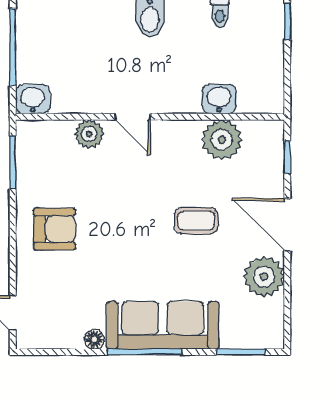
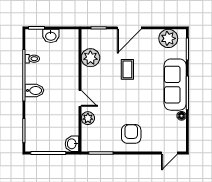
washbasin: (219, 99) -> (51, 36), moved, turned -90
door: (133, 117) -> (80, 98), hinge flipped
plant: (264, 277) -> (168, 38), moved

